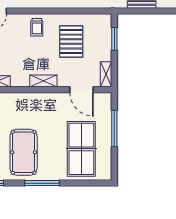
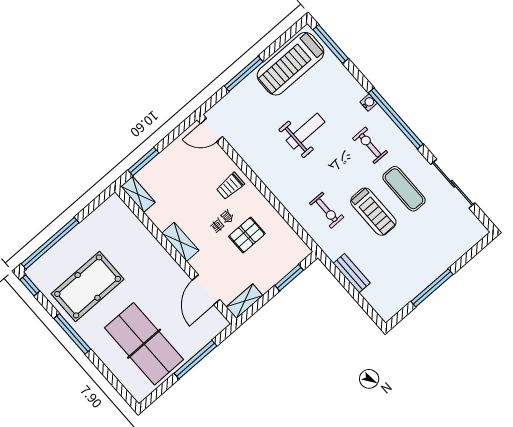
pallet: (71, 42) -> (247, 235), width x0.67, depth x0.71
table tennis table: (81, 149) -> (144, 344), turned 90

